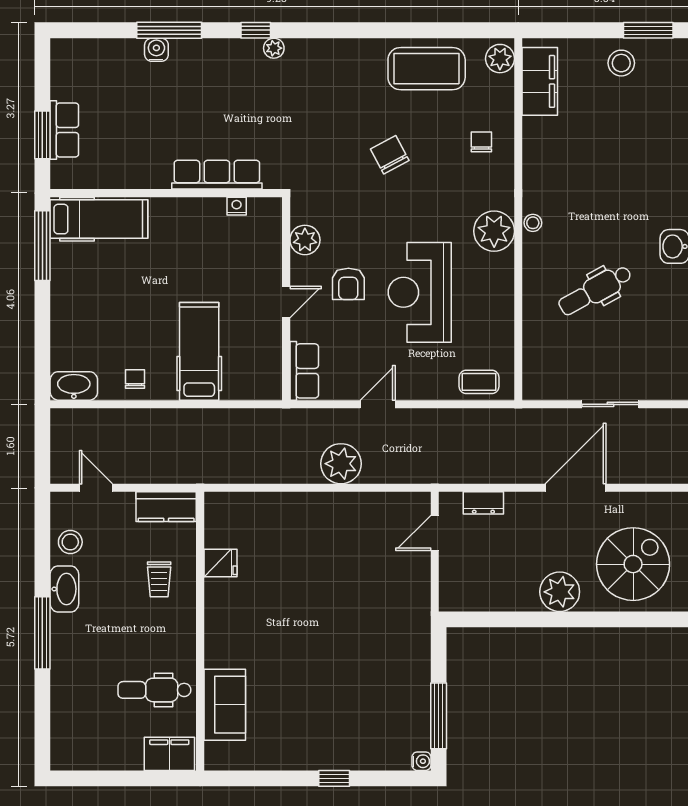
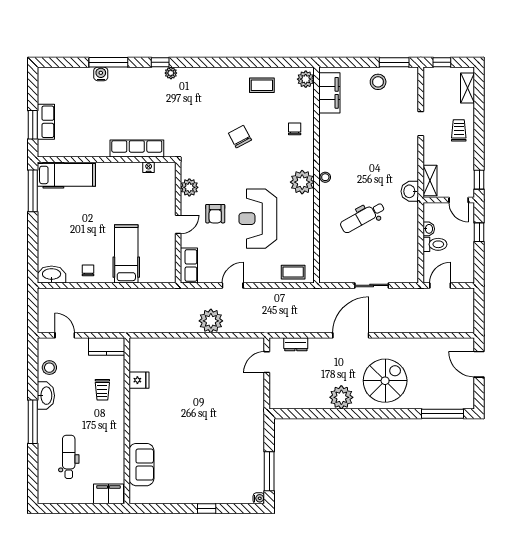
coffee table: (427, 69) -> (262, 85), width x0.54, depth x0.58
dental chair: (154, 690) -> (69, 457), moved, turned 90

